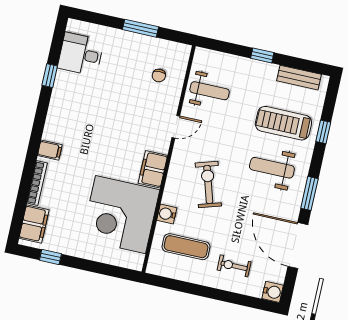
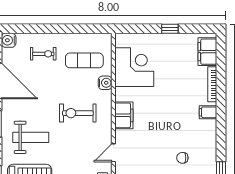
chair: (93, 102) -> (182, 158), added
exercise bike: (208, 185) -> (78, 113), turned 107
corner desk: (121, 215) -> (134, 67), width x0.74, depth x0.74
window: (50, 257) -> (170, 29), moved

